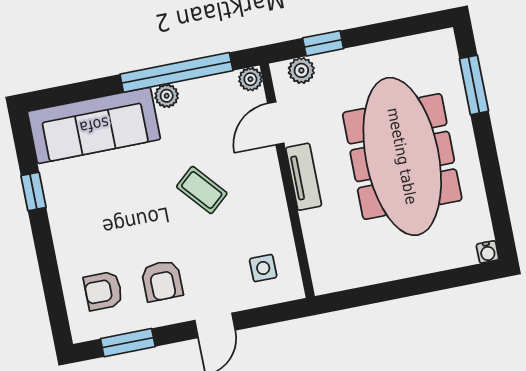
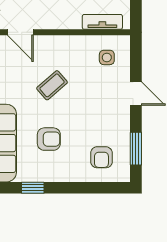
tv unit: (304, 177) -> (102, 22), moved
armchair: (162, 281) -> (49, 139), moved

